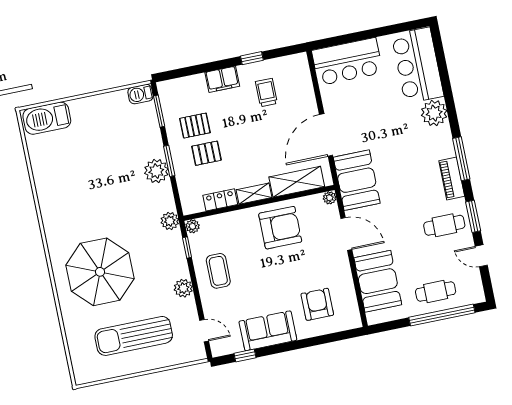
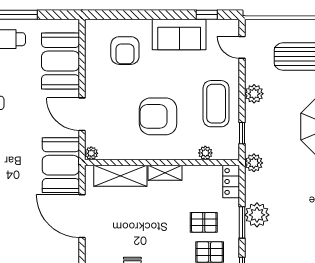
door: (326, 135) -> (82, 216), swing flipped
locker: (220, 200) -> (231, 181), moved, turned 90
plant: (193, 226) -> (205, 153), moved
armchair: (280, 228) -> (158, 116), moved
coffee table: (218, 271) -> (216, 104), width x1.36, depth x1.32

